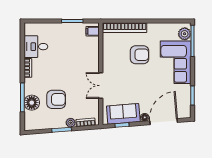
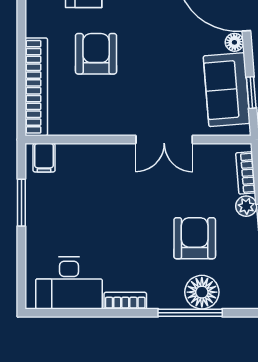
desk: (36, 47) -> (69, 283), width x1.37

